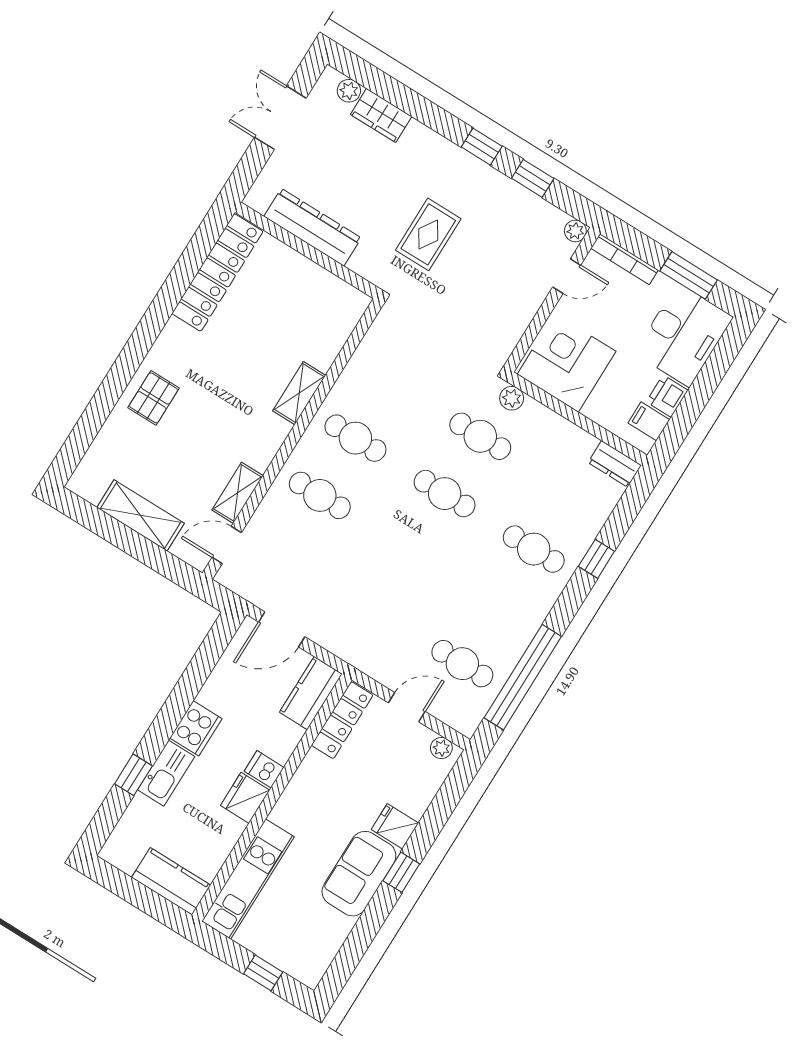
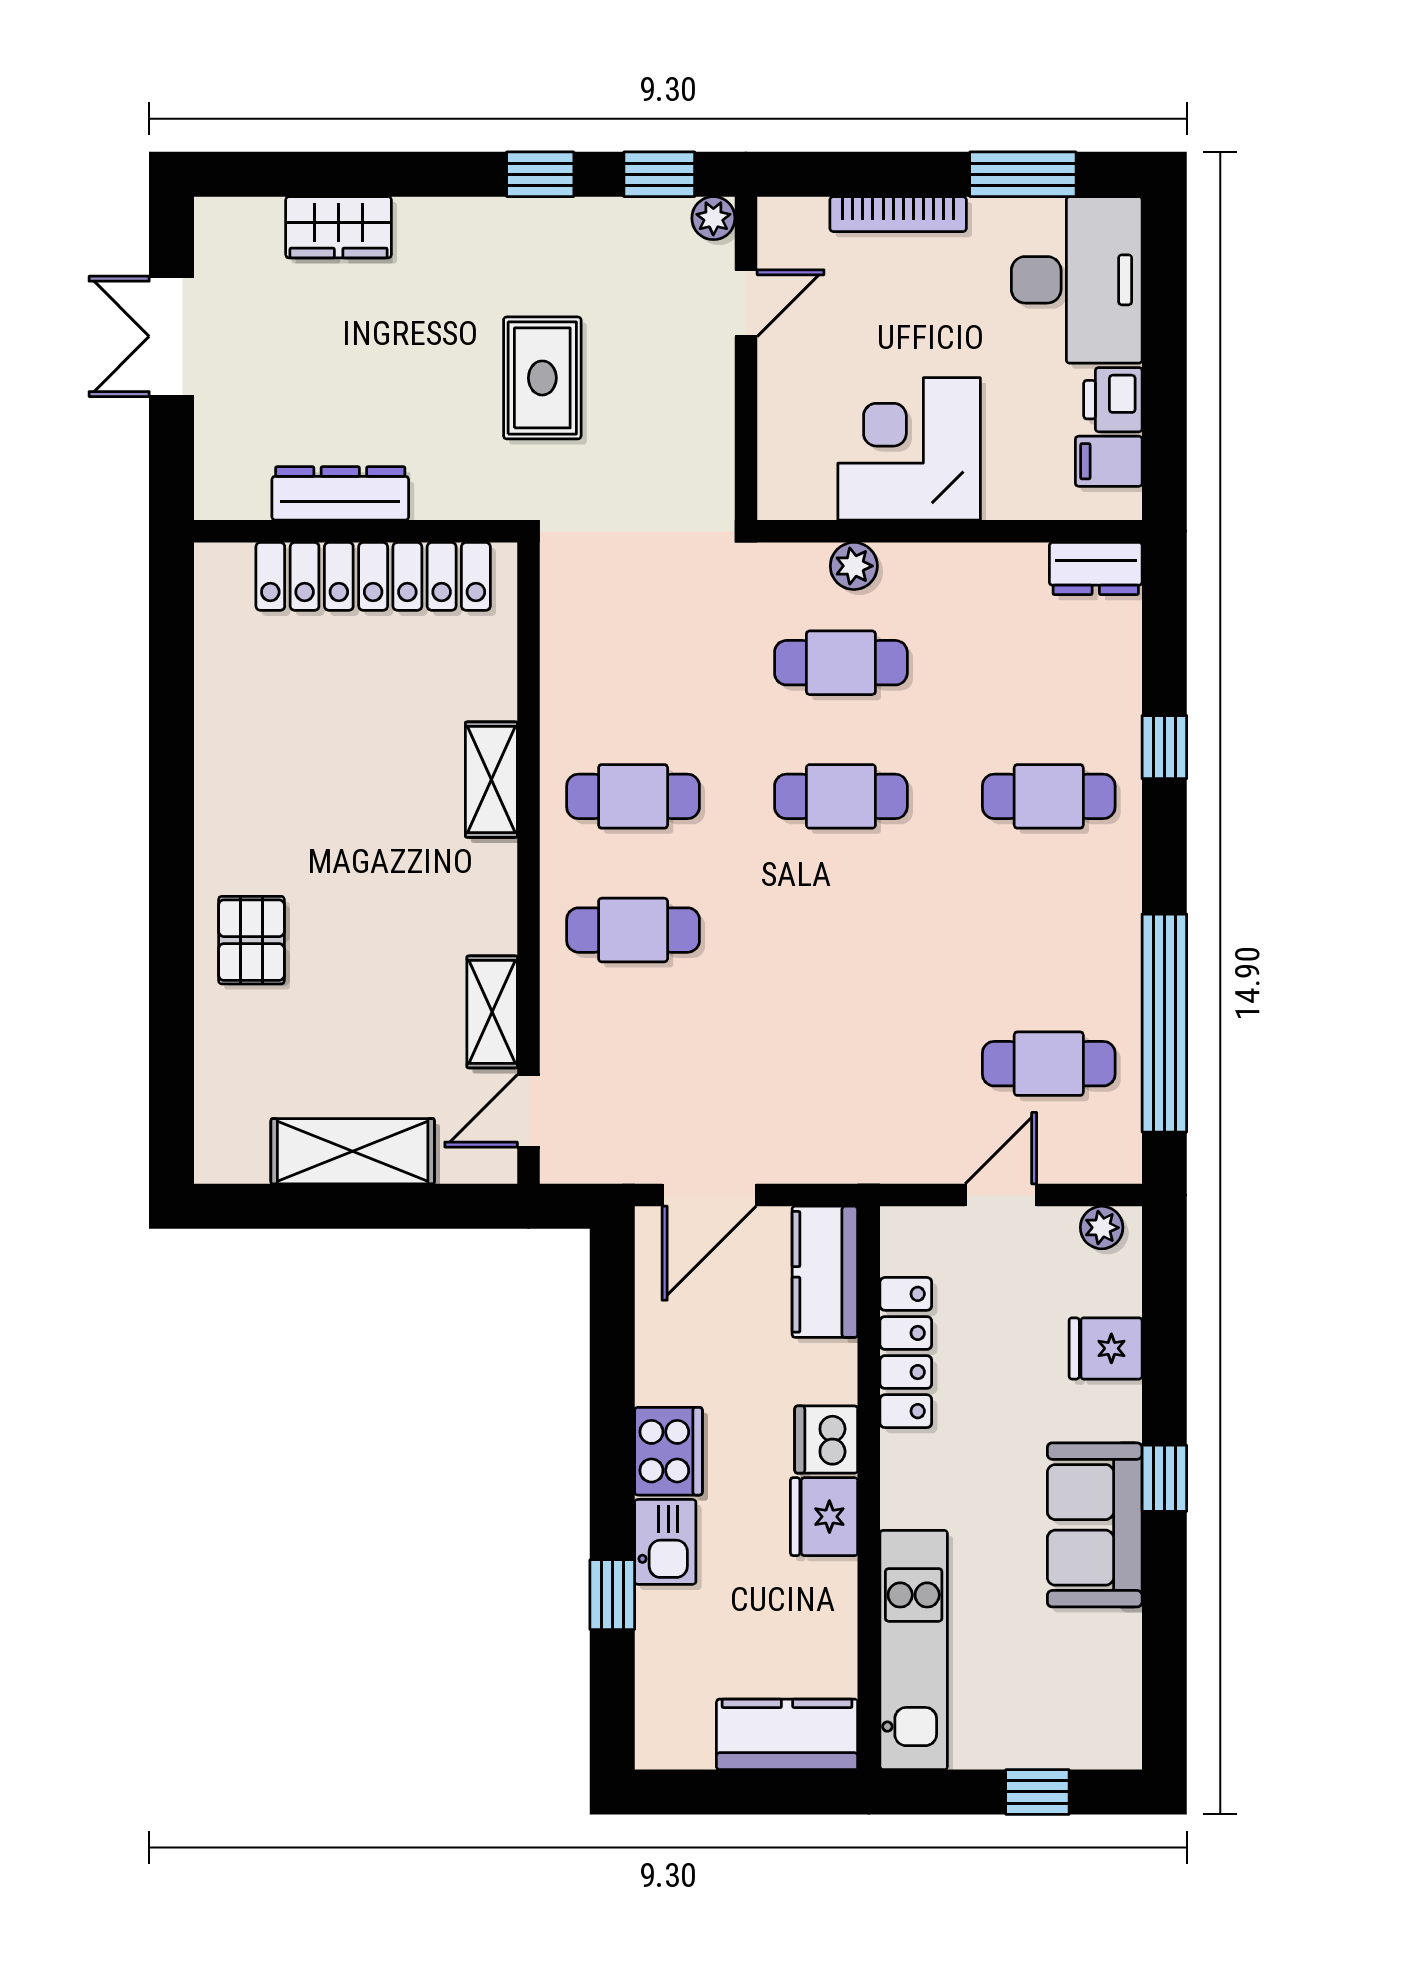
plant: (349, 91) -> (259, 219), removed
dresser: (313, 227) -> (340, 493), width x0.73, depth x0.80
plant: (575, 231) -> (713, 218), moved
locker: (217, 272) -> (373, 576), moved, turned 90
door: (567, 276) -> (746, 303), moved
wall: (552, 300) -> (746, 358), moved
locker: (342, 720) -> (906, 1353), moved
dishwasher: (264, 769) -> (826, 1440), width x1.38
kitchen sink: (166, 773) -> (665, 1542), width x0.73
fridge: (395, 826) -> (1106, 1348), moved

